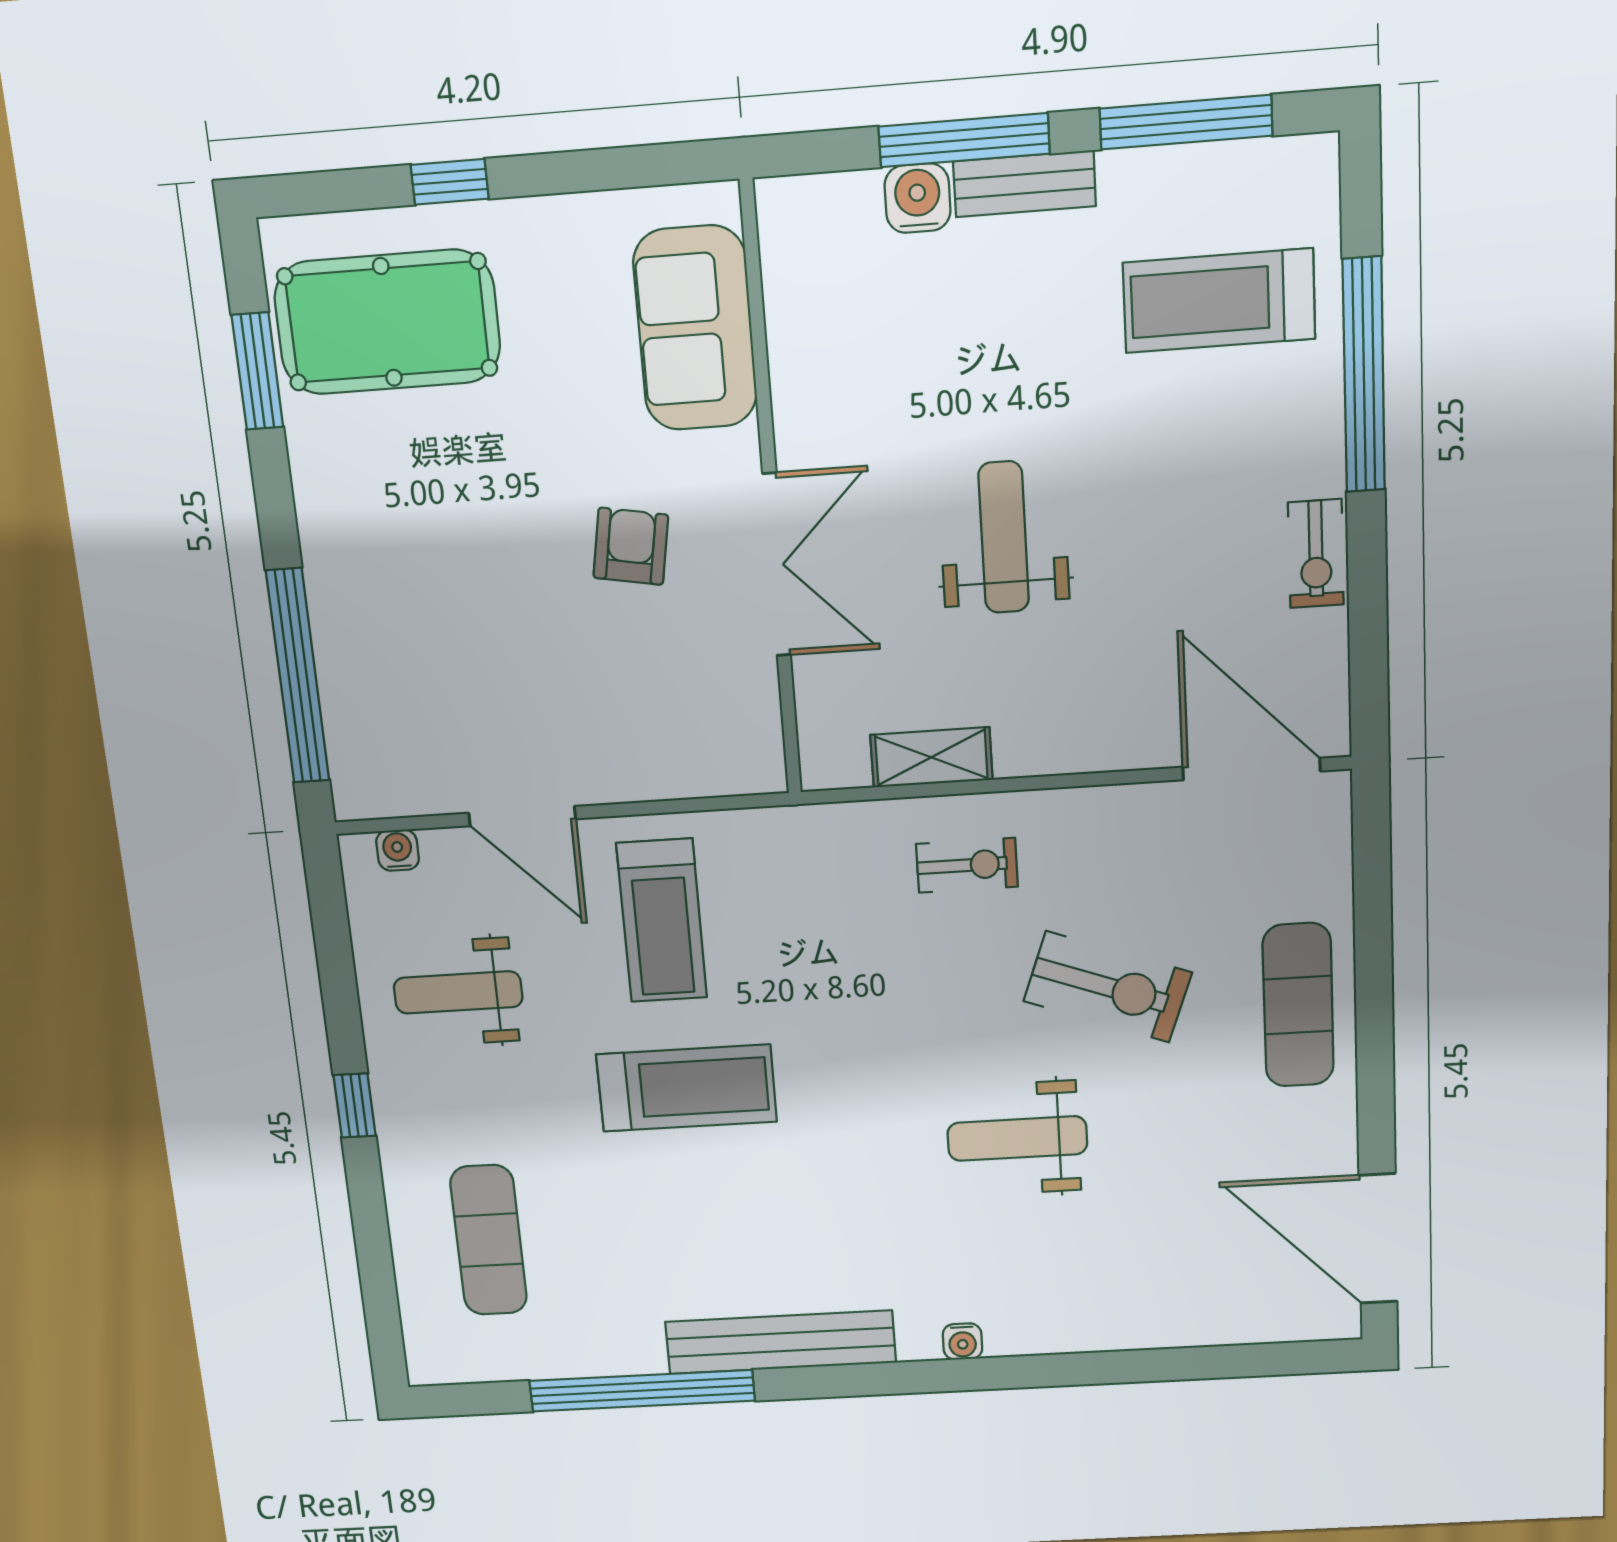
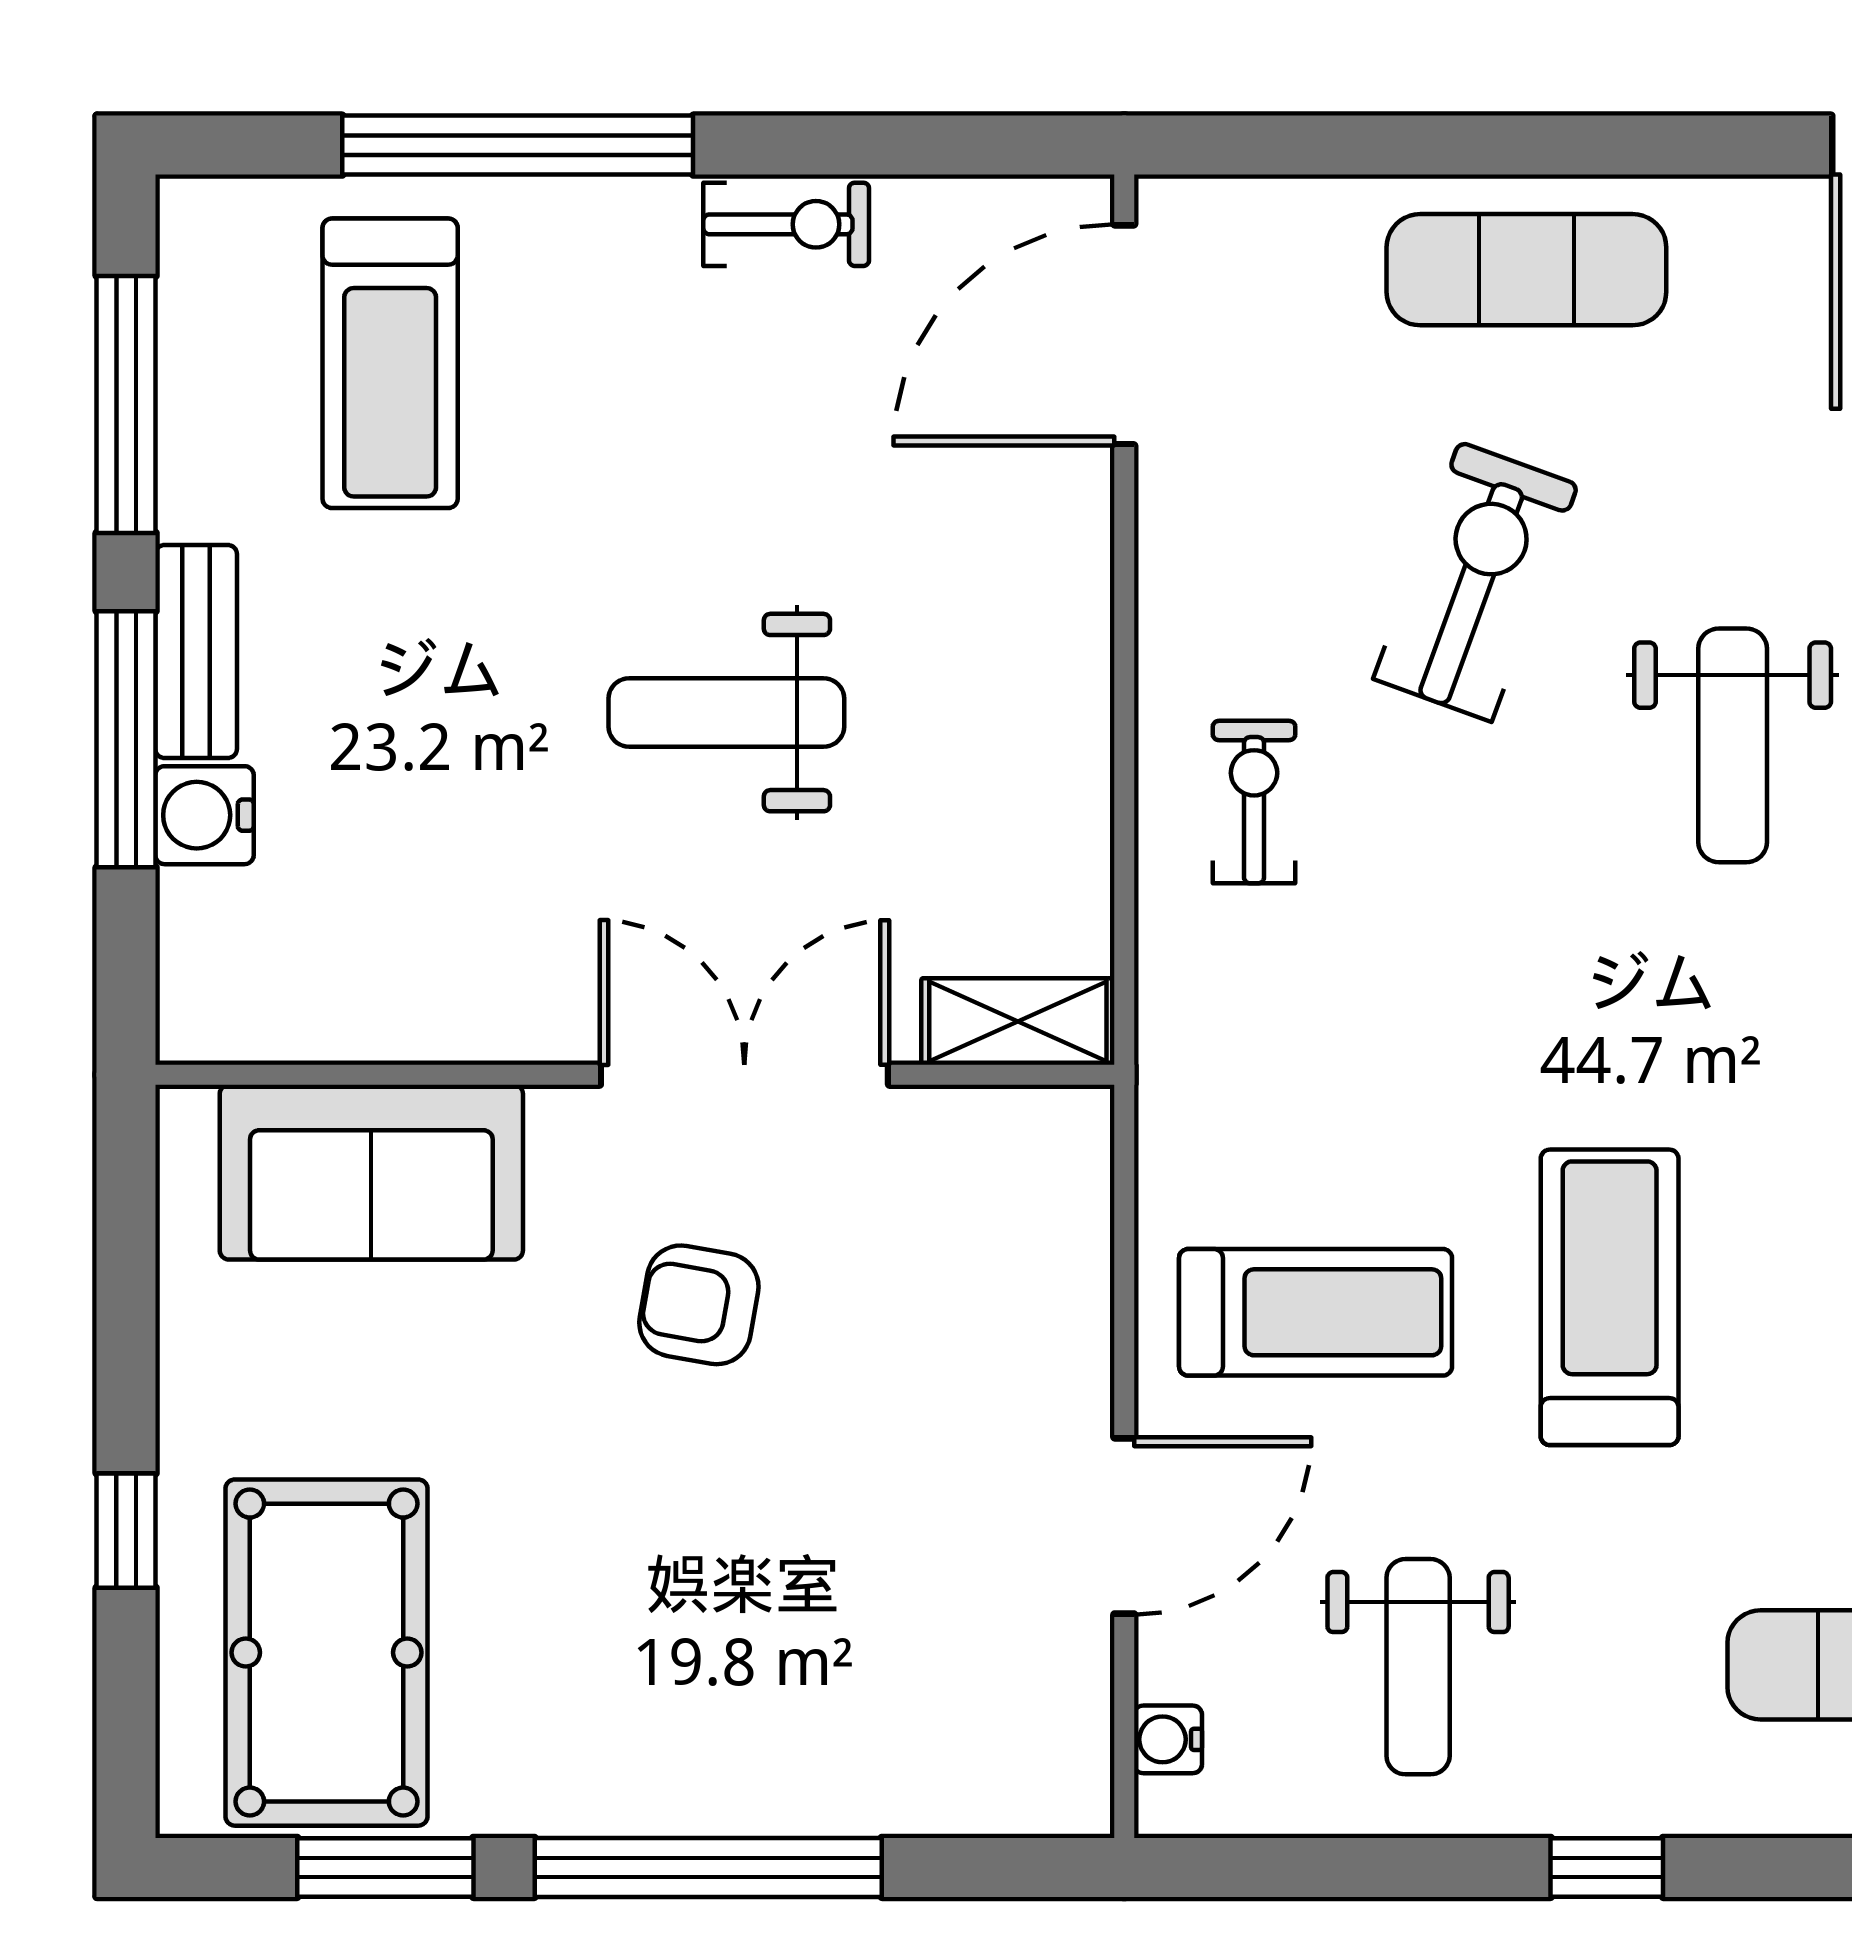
window: (298, 676) -> (708, 1867), moved
shelving: (931, 757) -> (1018, 1022), moved, turned 90

